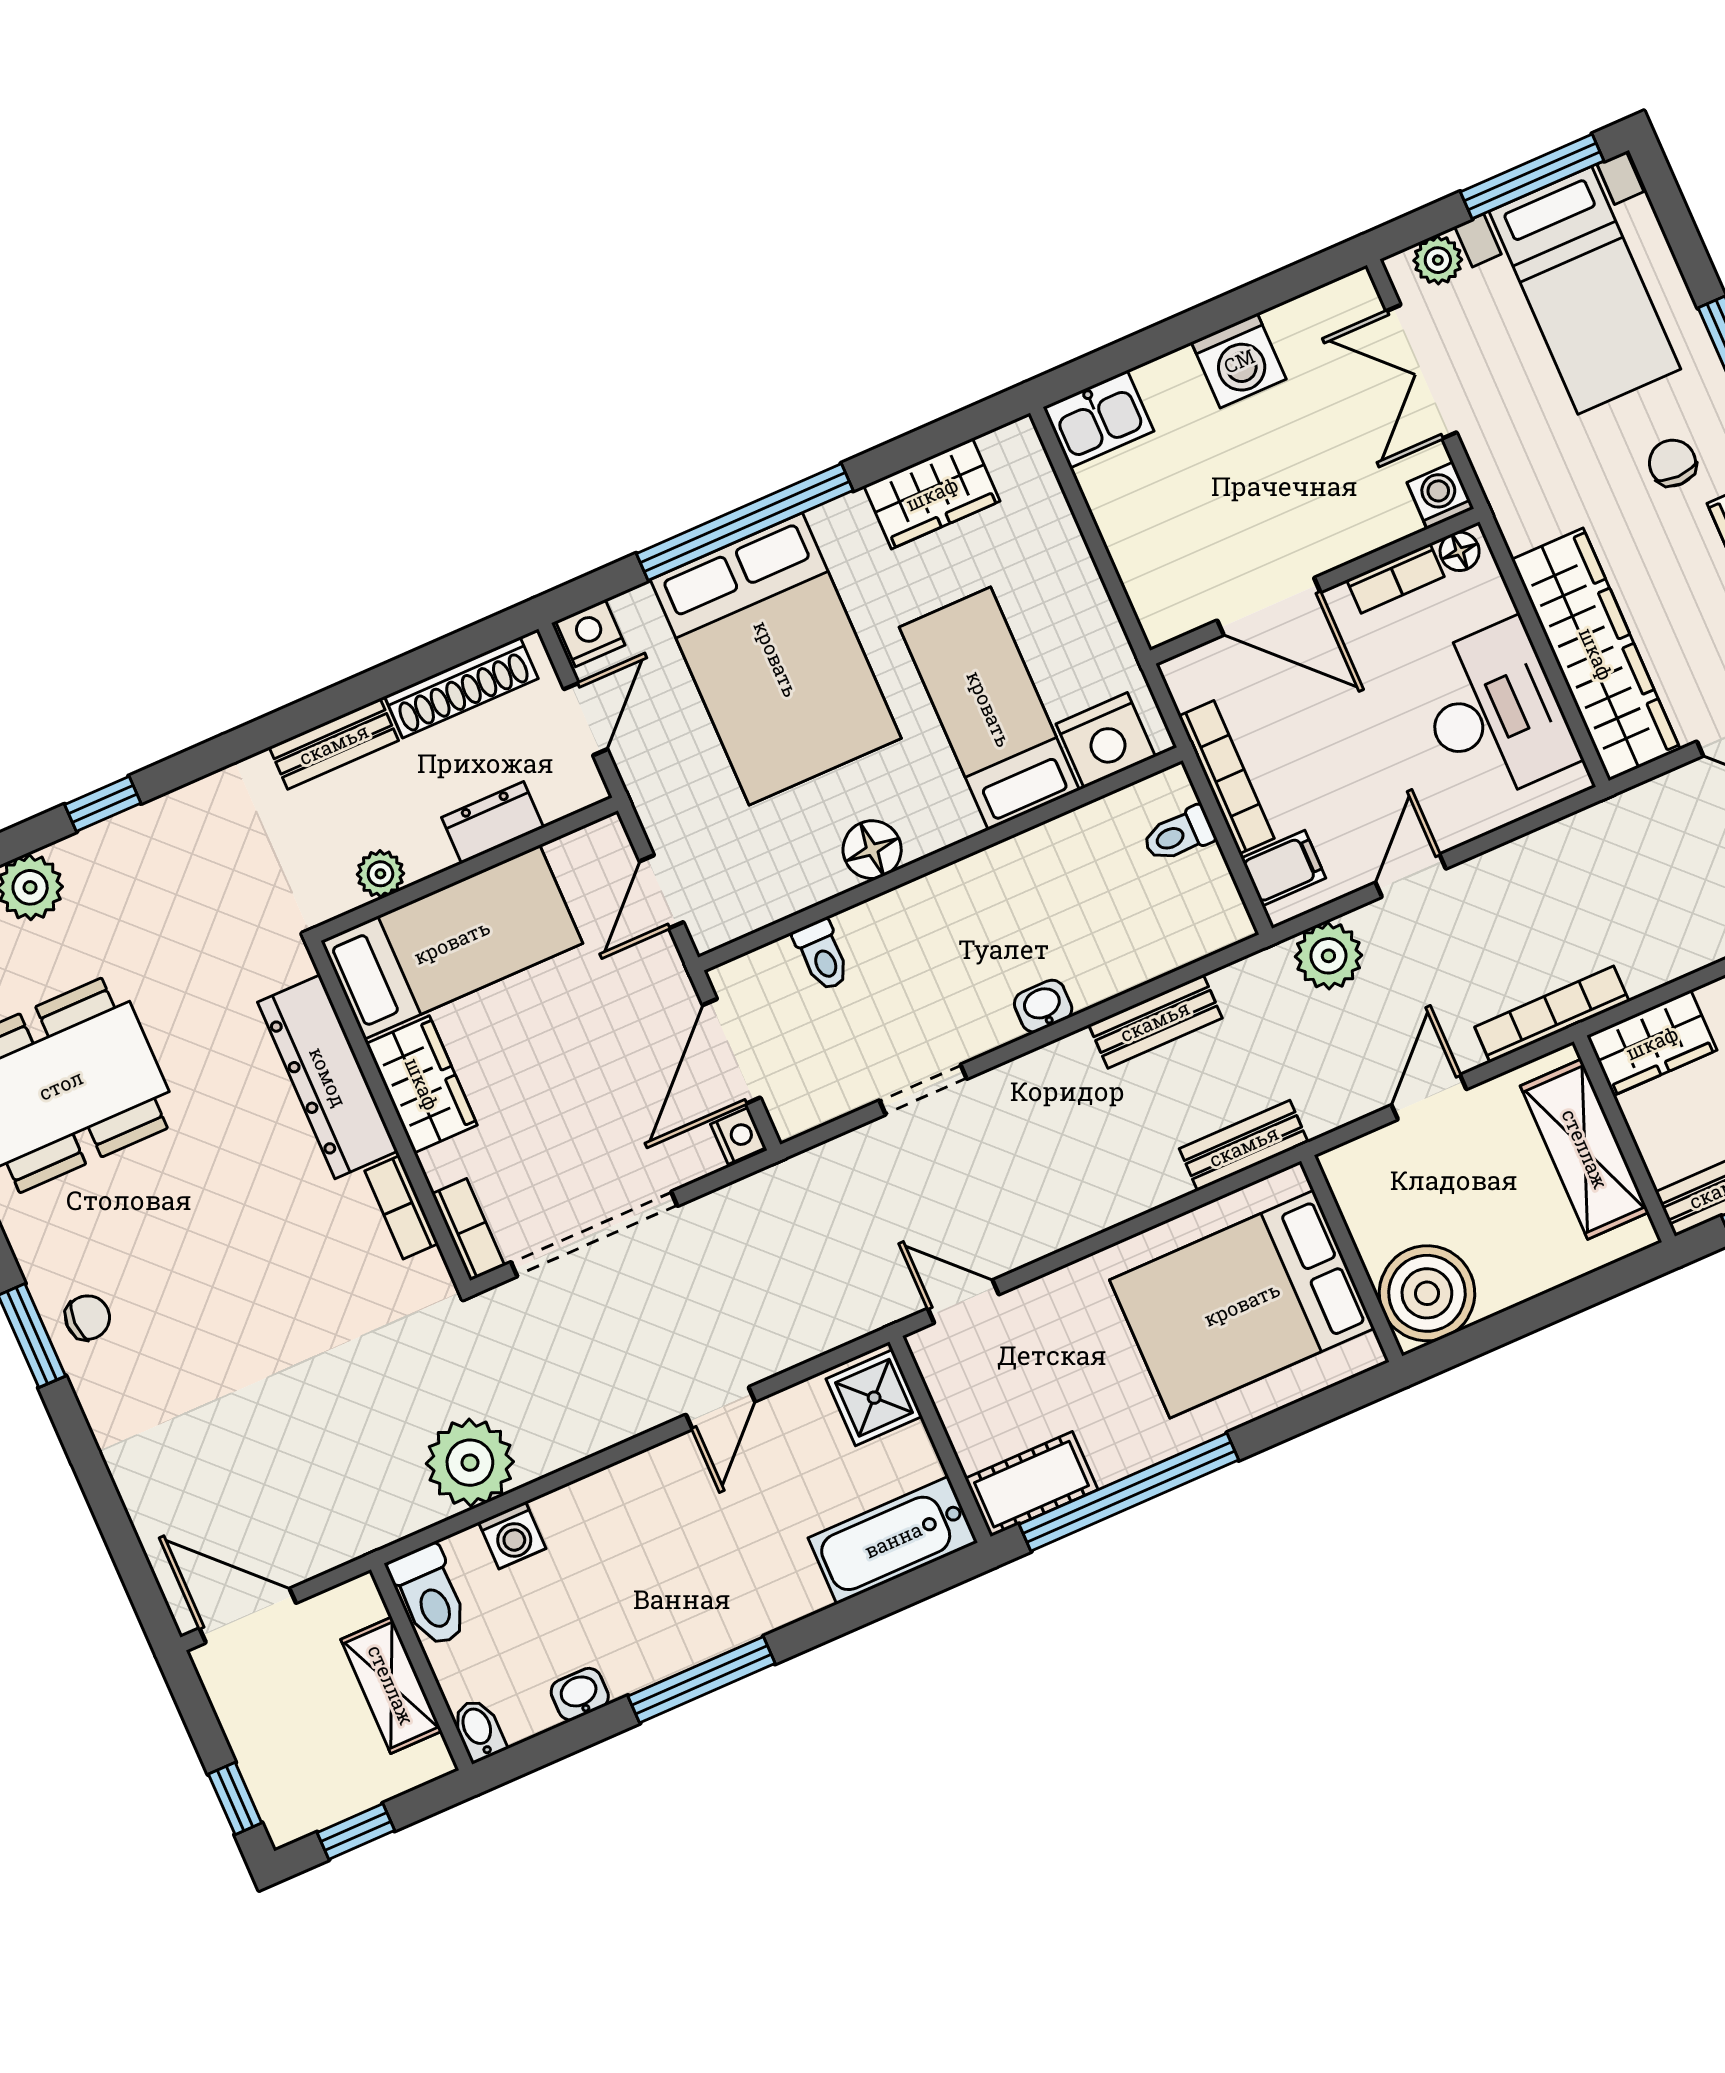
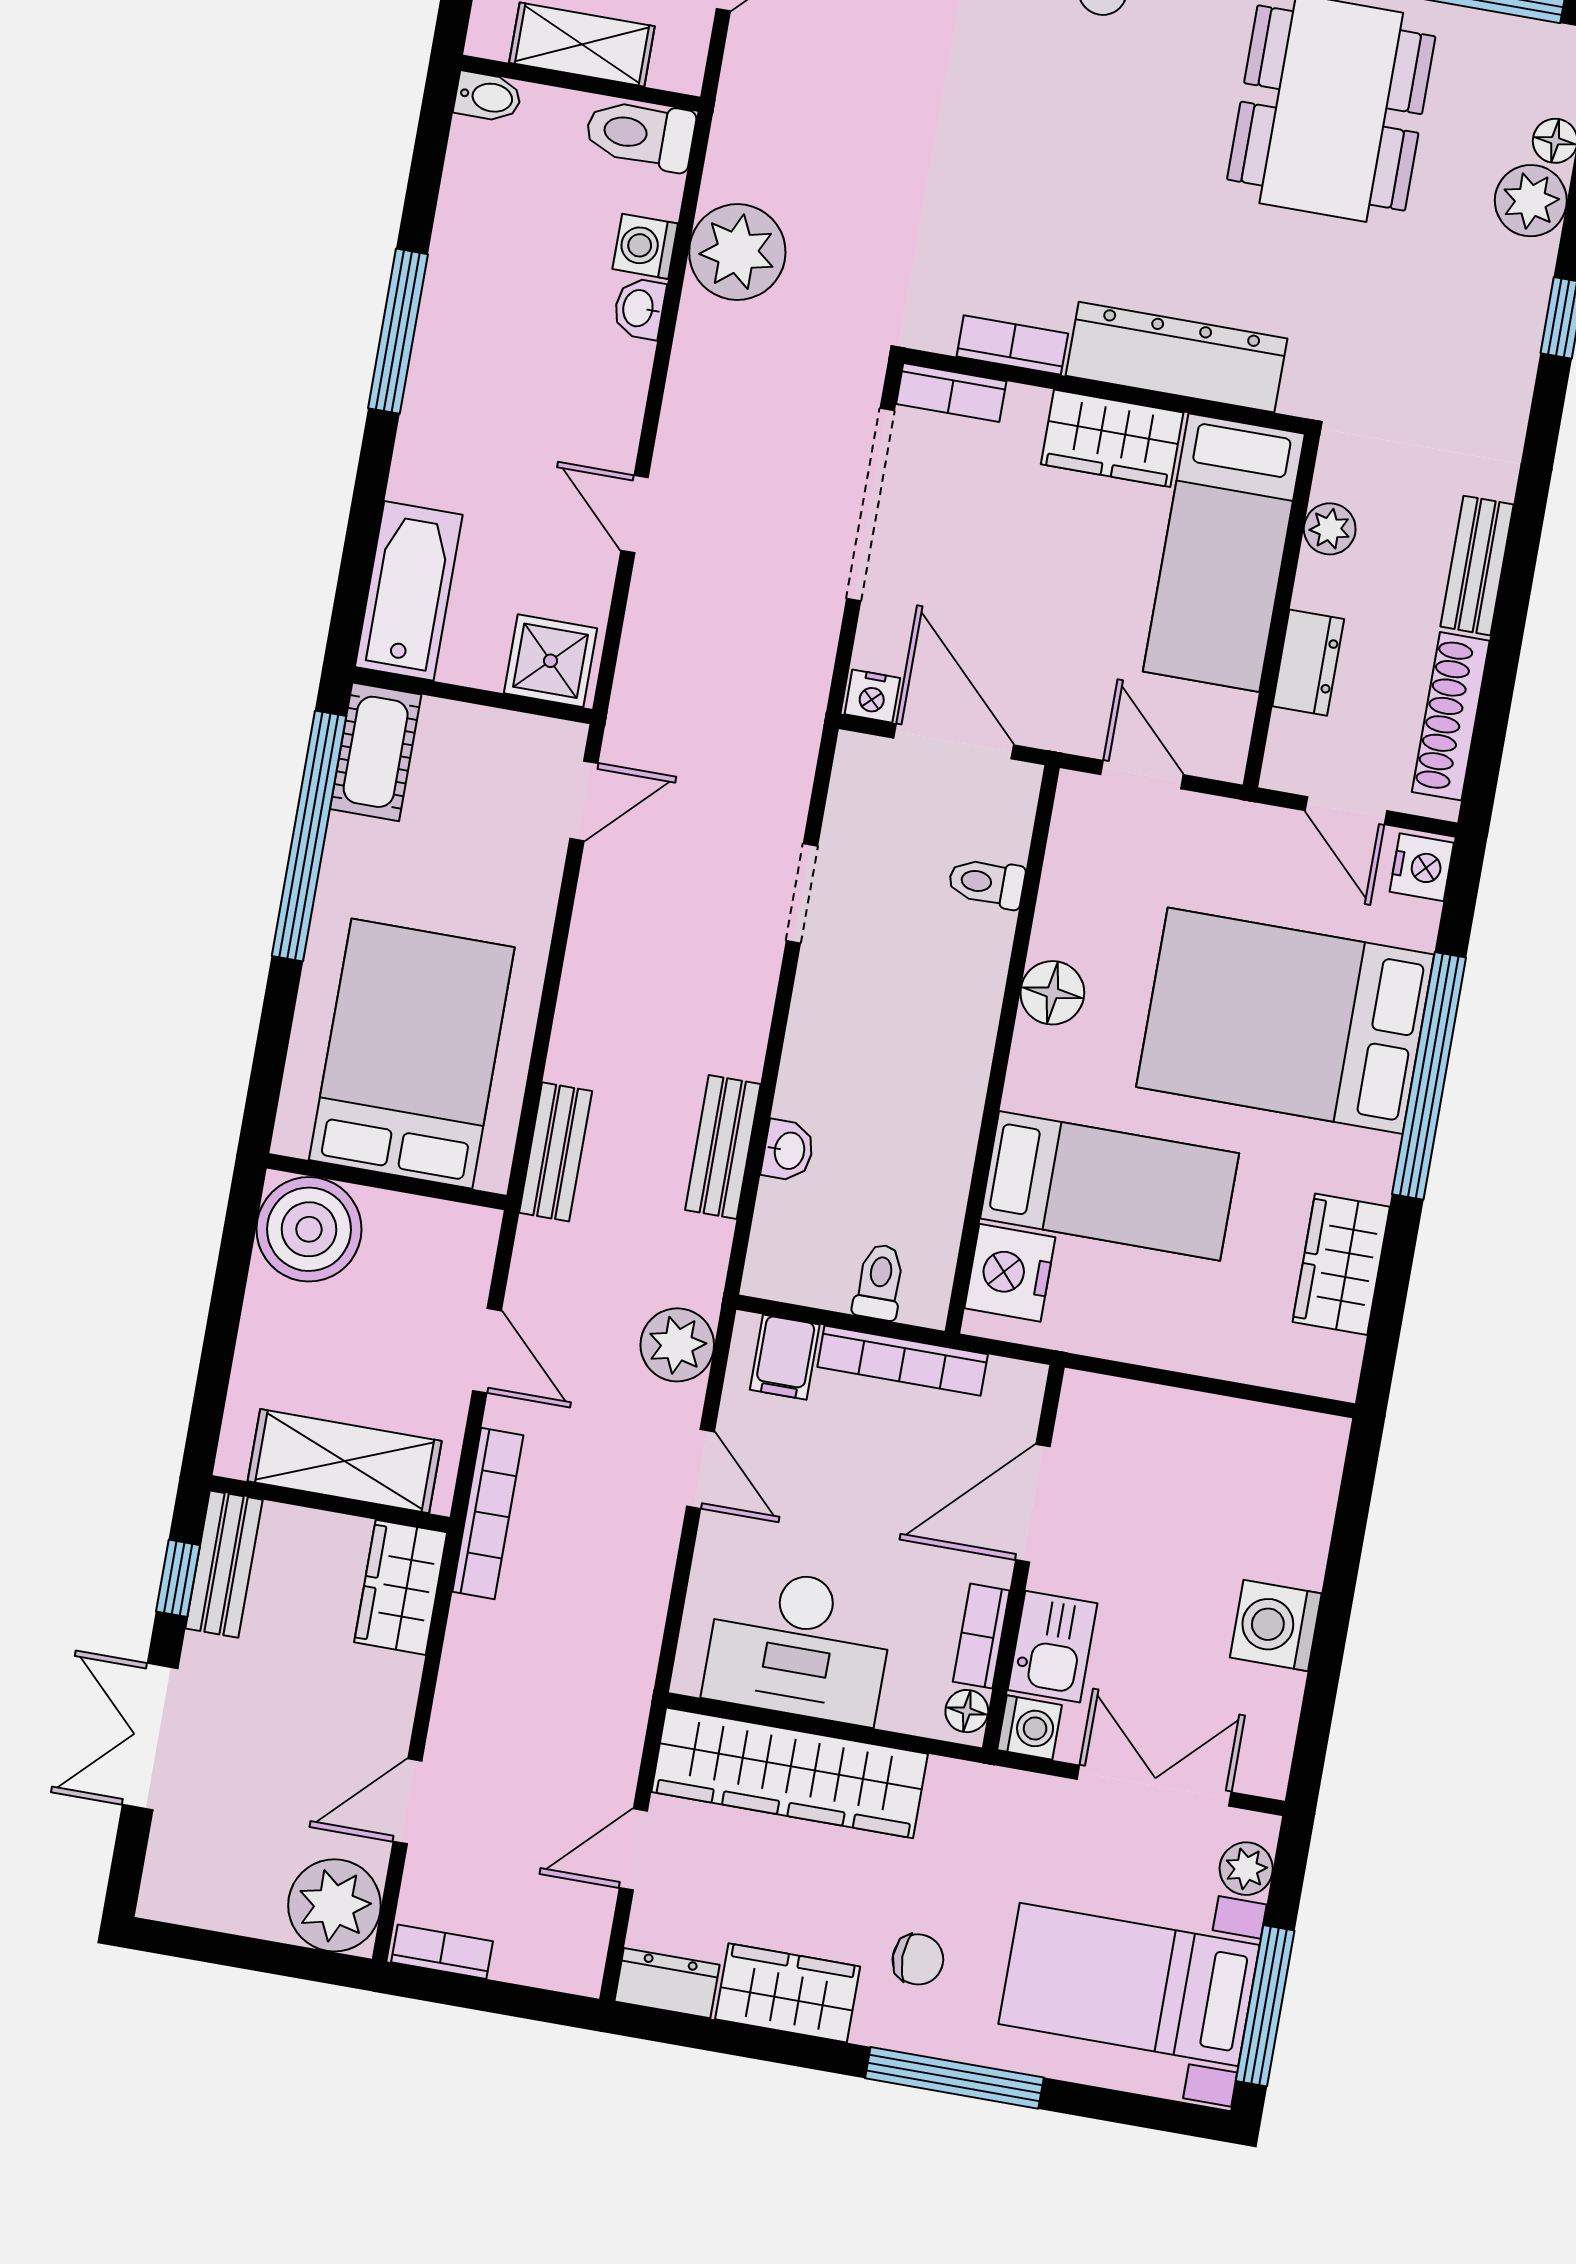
kitchen sink: (1098, 419) -> (1053, 1647), moved, turned 180
washbasin: (1043, 1006) -> (788, 1151), moved
washbasin: (580, 1694) -> (639, 308), moved, turned 180

